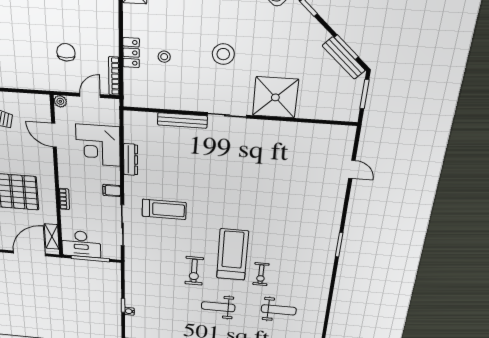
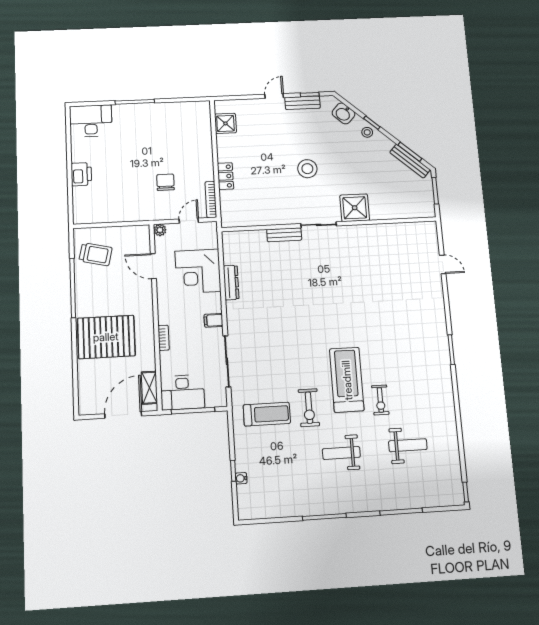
stool: (164, 57) -> (367, 132), moved
shower: (275, 97) -> (355, 208), width x0.73, depth x0.73
bench: (182, 120) -> (284, 235), width x0.73
treadmill: (164, 209) -> (267, 414), moved

